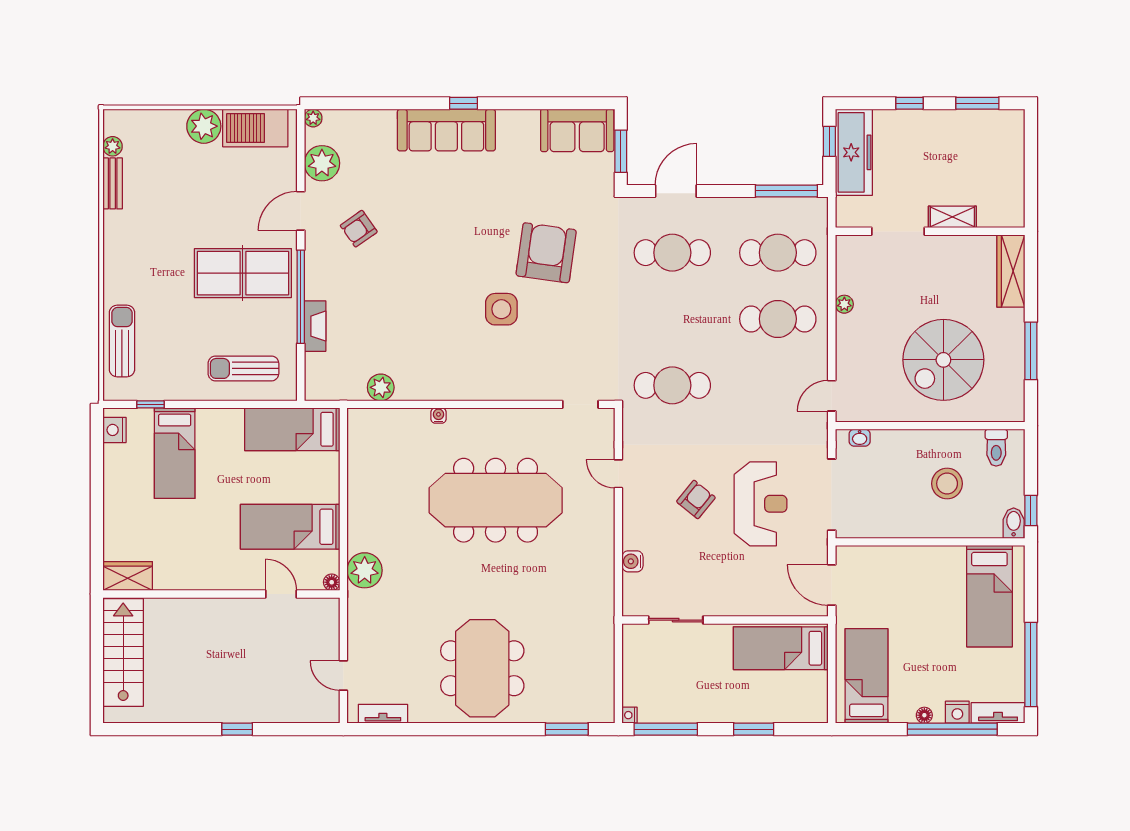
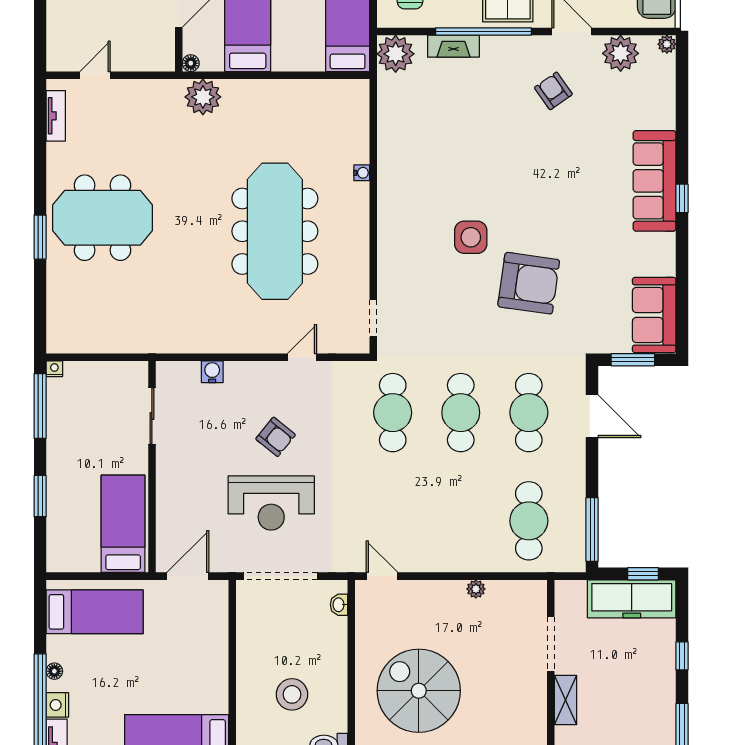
cafe table: (778, 319) -> (461, 413), moved
plant: (381, 387) -> (396, 54), moved, width x1.36, depth x1.36
window: (567, 729) -> (40, 237), moved

